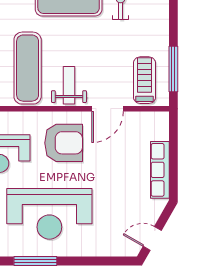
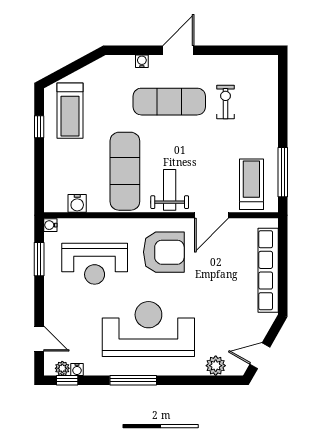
row of seats: (160, 170) -> (268, 270), width x1.36
reception desk: (49, 214) -> (148, 329), turned 180
plant: (111, 248) -> (216, 366), added

